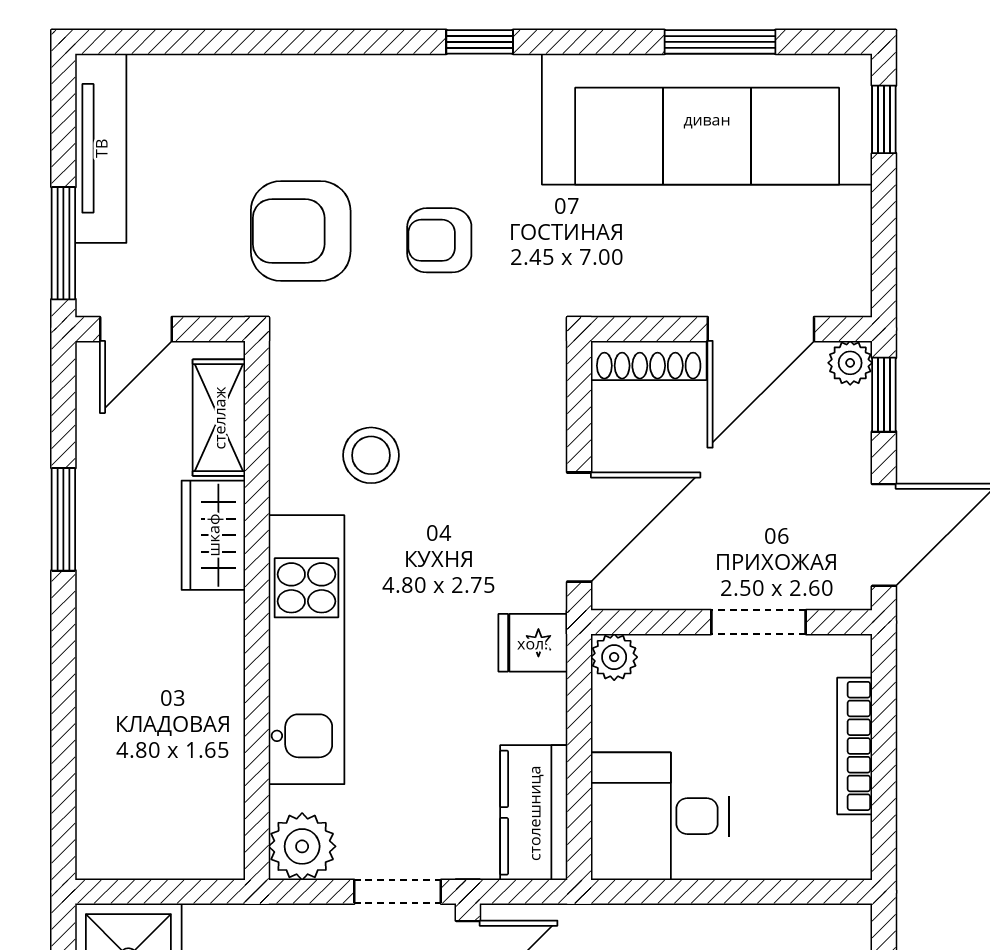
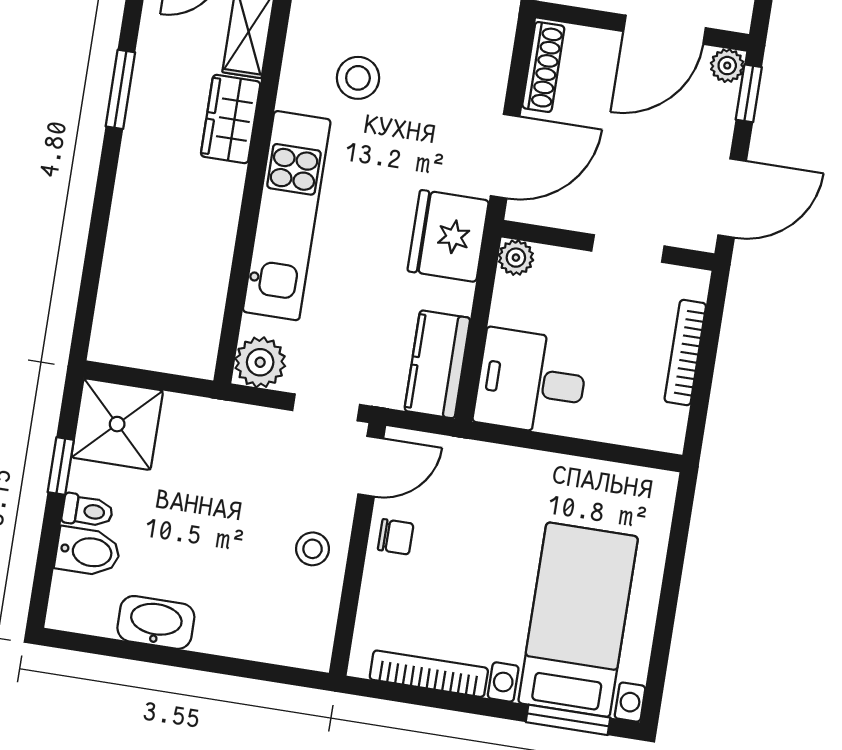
shoe rack: (649, 360) -> (543, 67), moved, turned -90
fridge: (533, 643) -> (448, 236), width x1.88, depth x1.34

